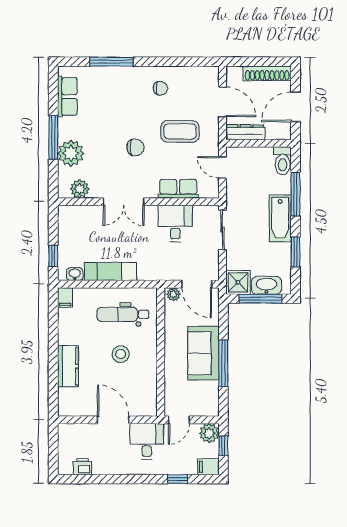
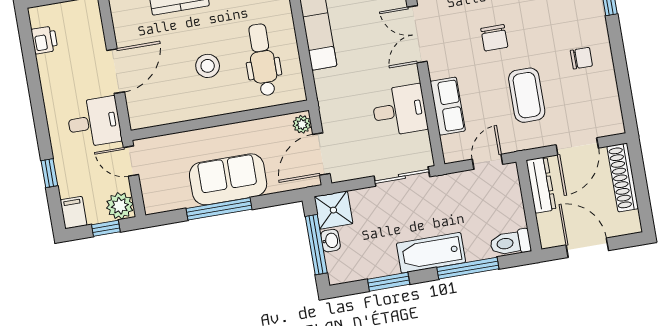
shoe rack: (267, 73) -> (623, 177), moved
chair: (160, 88) -> (581, 58), turned -90
washbasin: (266, 285) -> (330, 241), width x0.52, depth x0.69

